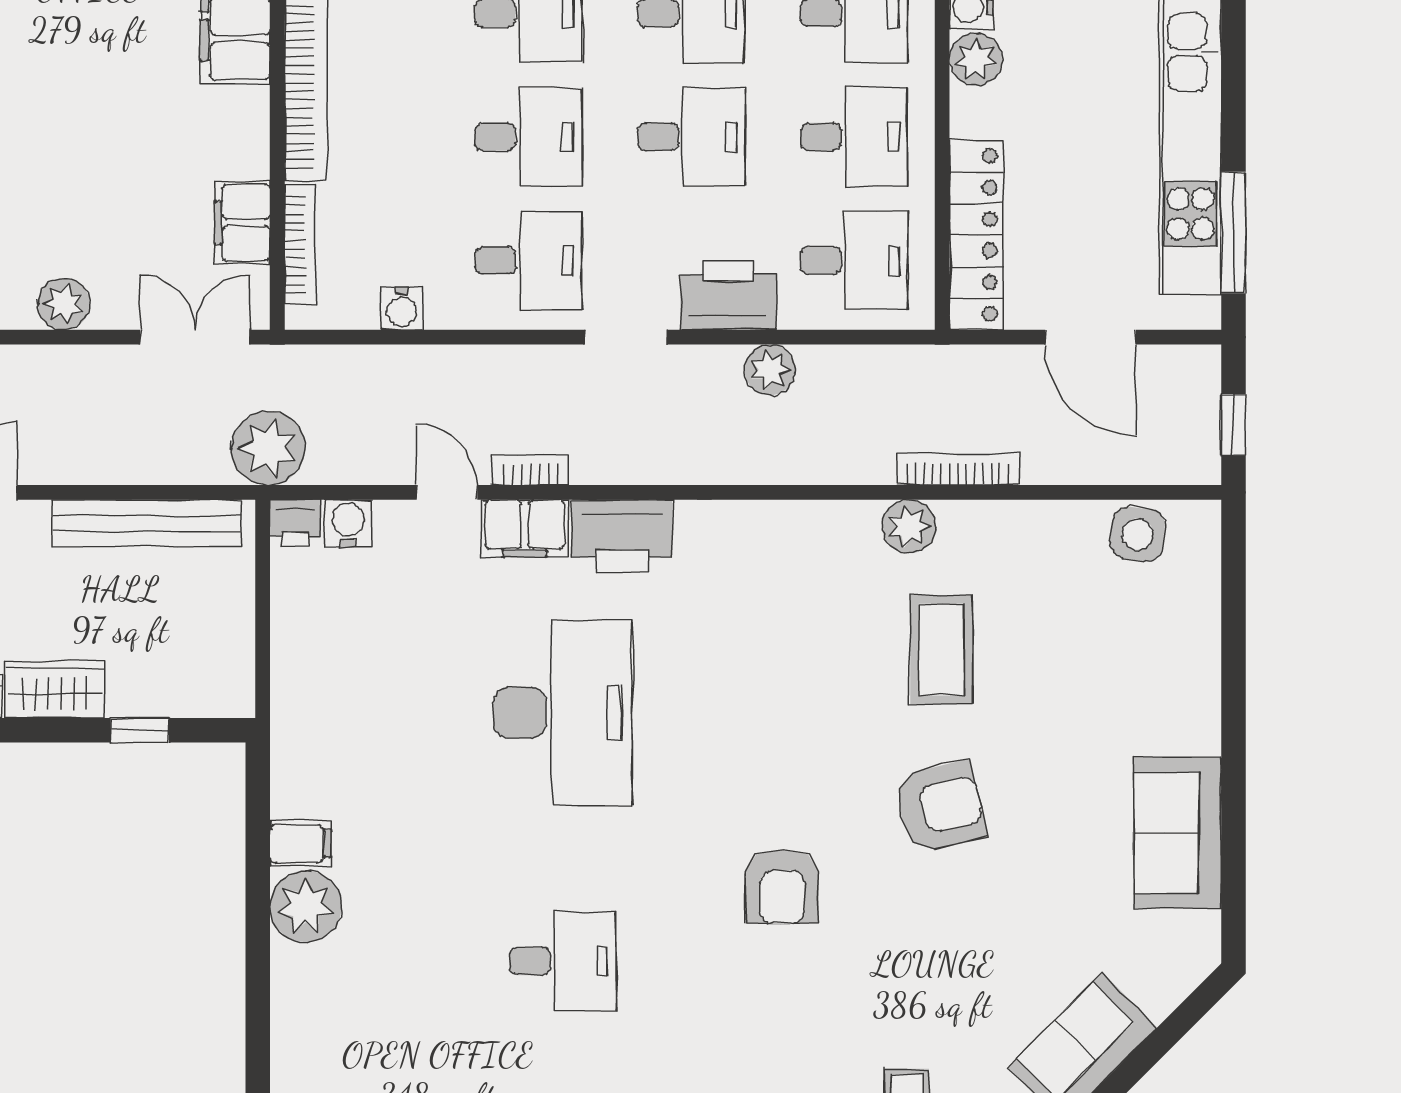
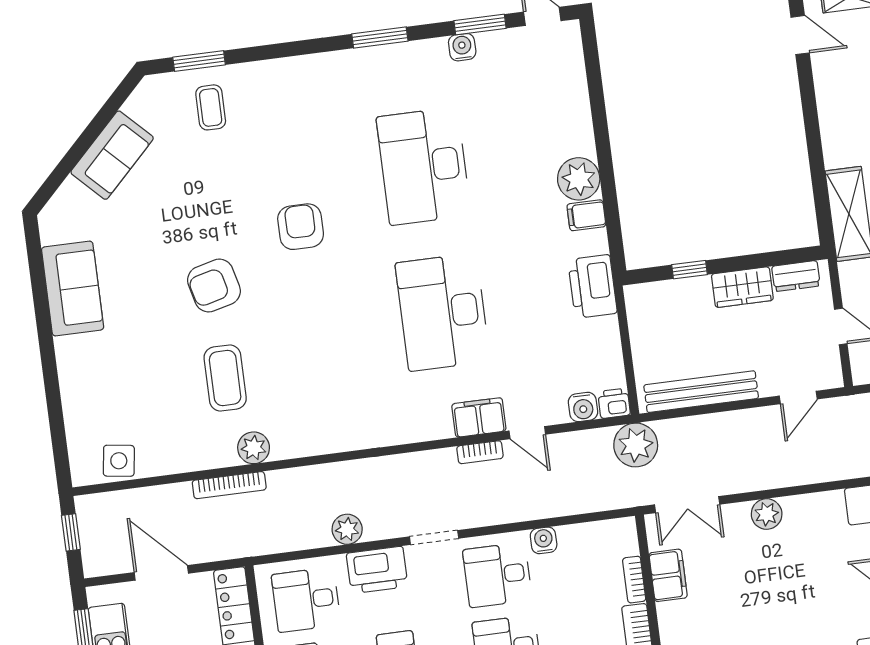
bookcase: (300, 245) -> (634, 580), width x0.64
water cooler: (401, 308) -> (544, 540), moved
printer: (622, 536) -> (592, 286), moved, turned -90
desk: (563, 961) -> (424, 166), width x1.87, depth x1.30

